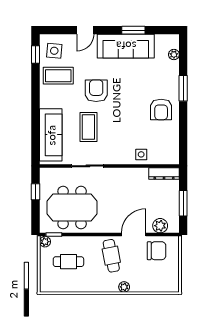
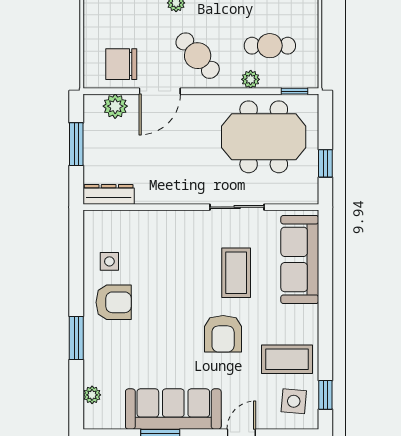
armchair: (161, 109) -> (114, 302), turned 90
side table: (141, 154) -> (109, 261), moved
plant: (45, 242) -> (251, 79), moved
cafe table: (111, 256) -> (198, 56), turned -31

